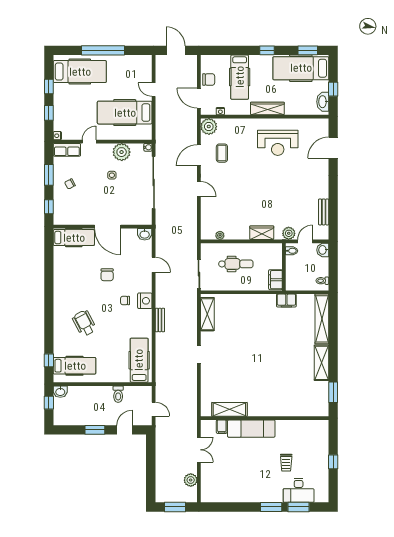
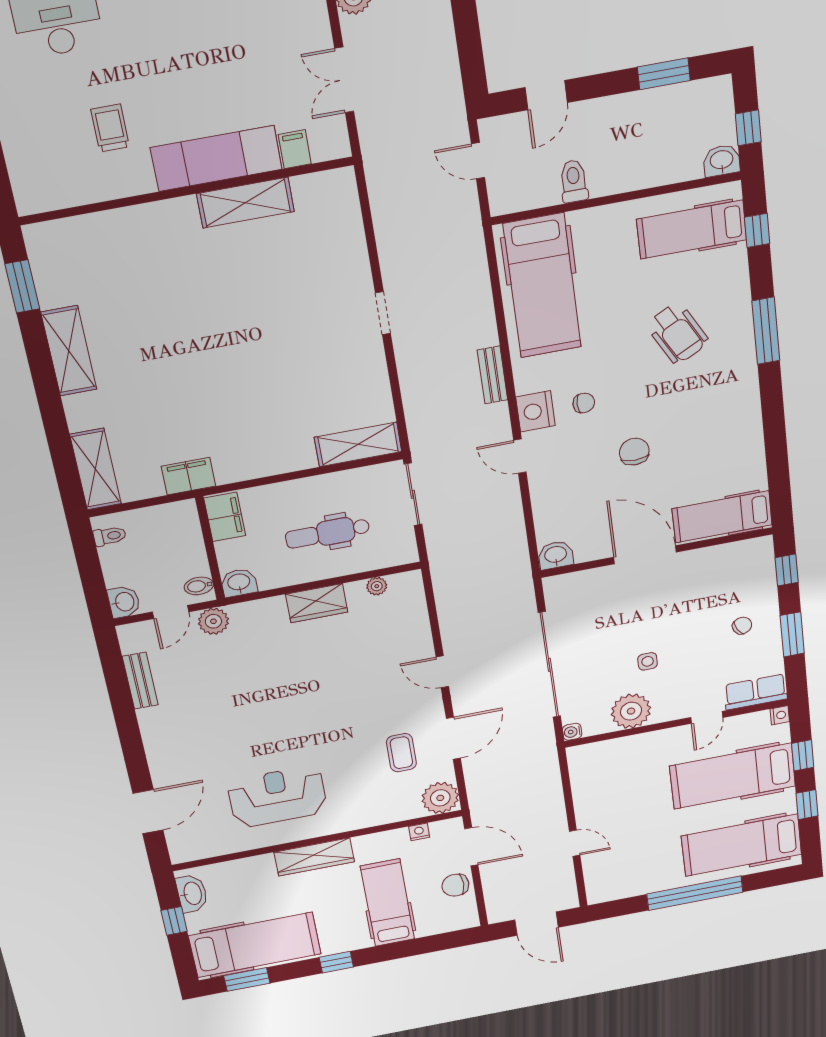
hospital bed: (125, 113) -> (733, 776), moved, turned 180
wardrobe: (262, 233) -> (317, 603), moved
washbasin: (275, 249) -> (239, 583), added
door: (154, 265) -> (520, 456), moved
shelving: (207, 314) -> (358, 444), moved, turned 90
window: (49, 317) -> (766, 331), added
shelving: (322, 319) -> (95, 469), width x0.68
hospital bed: (139, 360) -> (542, 286), width x1.37, depth x1.29
shelving: (229, 409) -> (245, 203), moved
window: (95, 430) -> (664, 74), moved
trolley: (286, 463) -> (110, 128), moved

